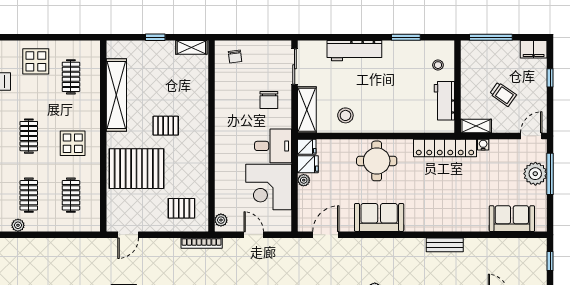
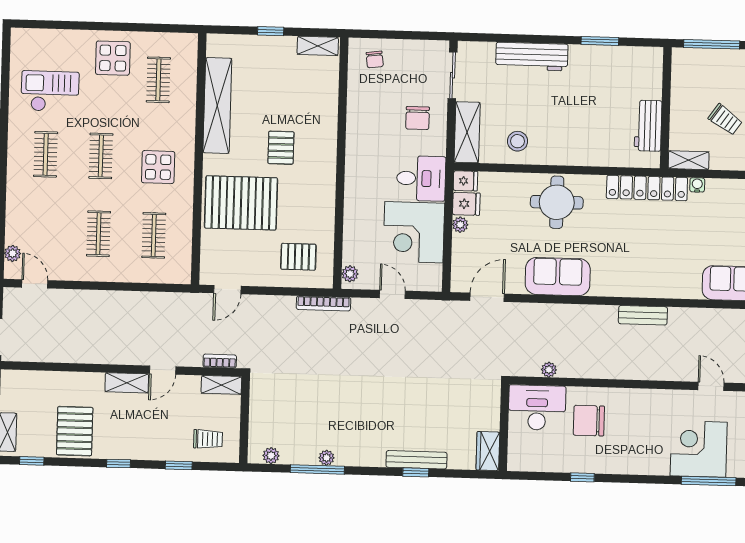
stool: (438, 65) -> (641, 79), removed
pallet: (166, 126) -> (281, 148), turned 90
plant: (18, 225) -> (83, 273), removed

